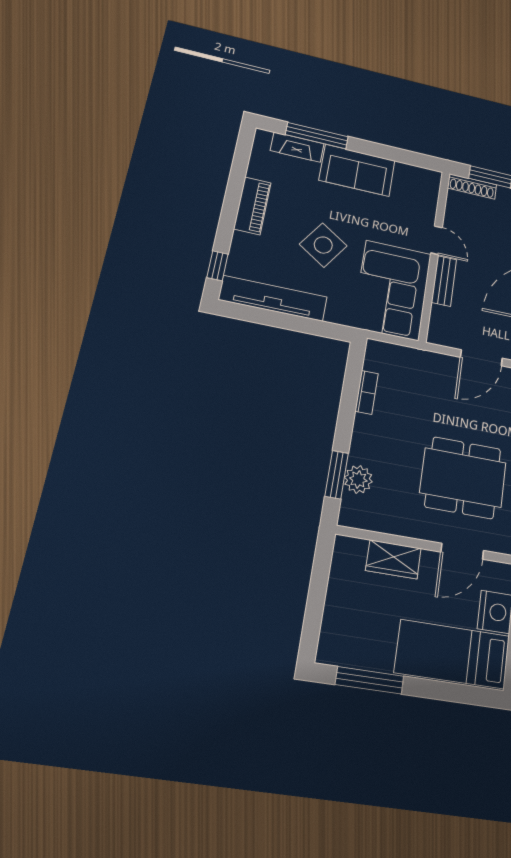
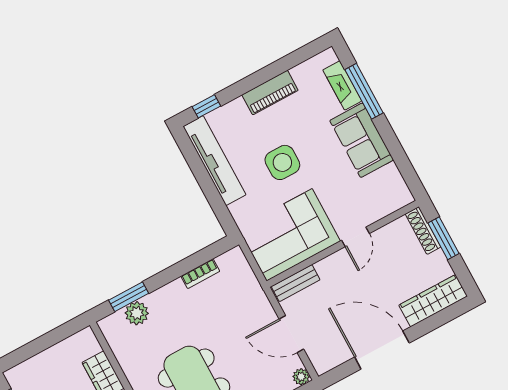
side table: (323, 245) -> (282, 162), turned -34
bench: (444, 281) -> (296, 283), moved

